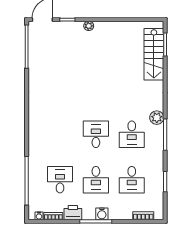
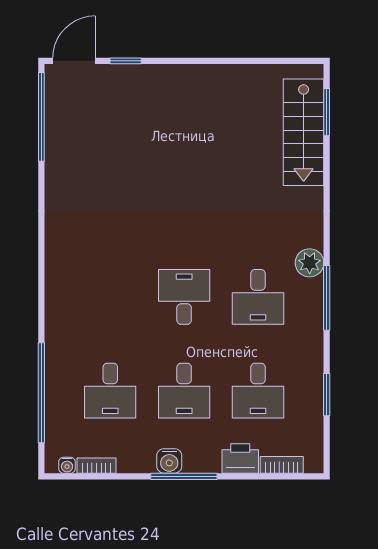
plant: (89, 26) -> (169, 74), removed
desk: (60, 180) -> (110, 391), turned 180
printer: (73, 213) -> (240, 458), moved
water cooler: (102, 214) -> (169, 461), moved

